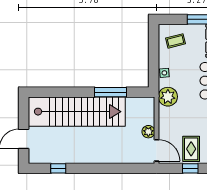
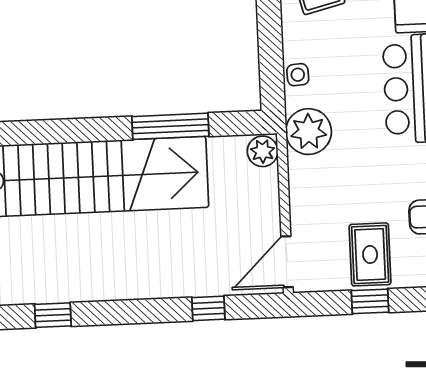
plant: (148, 132) -> (263, 151), moved
door: (157, 150) -> (287, 262), swing flipped
window: (123, 168) -> (208, 308), added

